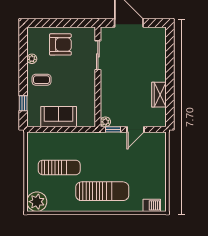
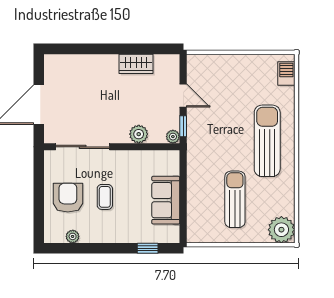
sliding door: (98, 55) -> (83, 147), width x1.37
plant: (32, 59) -> (73, 236), moved
coffee table: (42, 80) -> (105, 197), moved
plant: (107, 97) -> (139, 134), added

